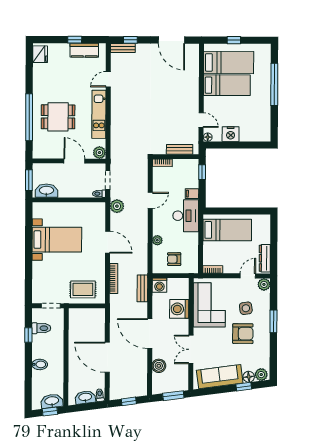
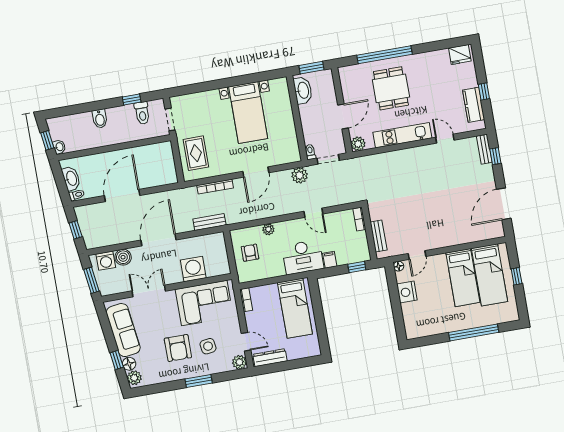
washing machine: (159, 285) -> (106, 261), moved, turned -90
washbasin: (52, 401) -> (59, 147), width x0.52, depth x0.69

